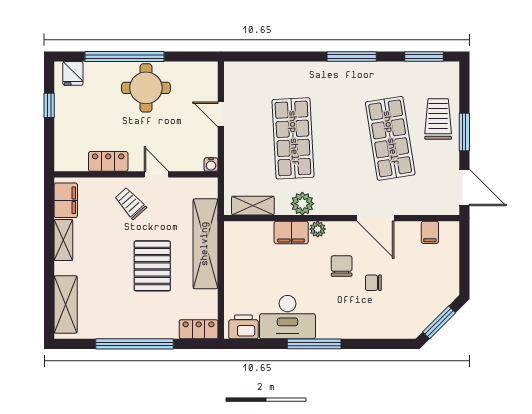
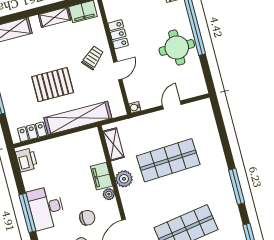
desk: (287, 317) -> (46, 208), moved
locker: (199, 329) -> (32, 132), moved, turned -90

